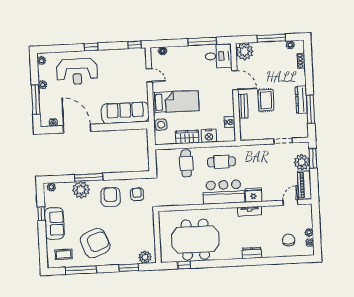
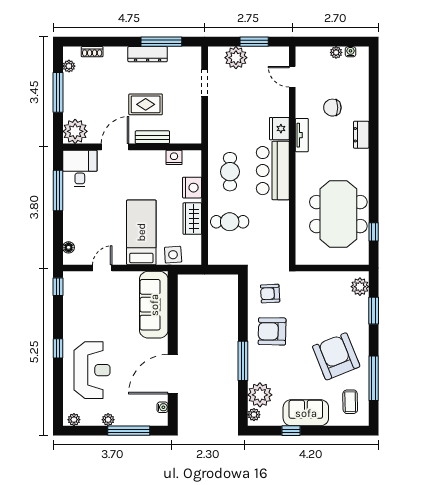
window: (313, 158) -> (254, 42), moved
piano: (305, 185) -> (269, 55), removed
plant: (81, 190) -> (260, 395), moved
chair: (289, 240) -> (332, 108), moved

